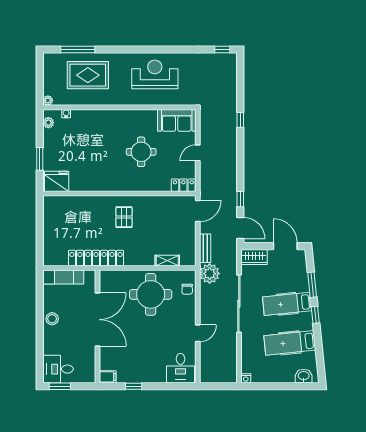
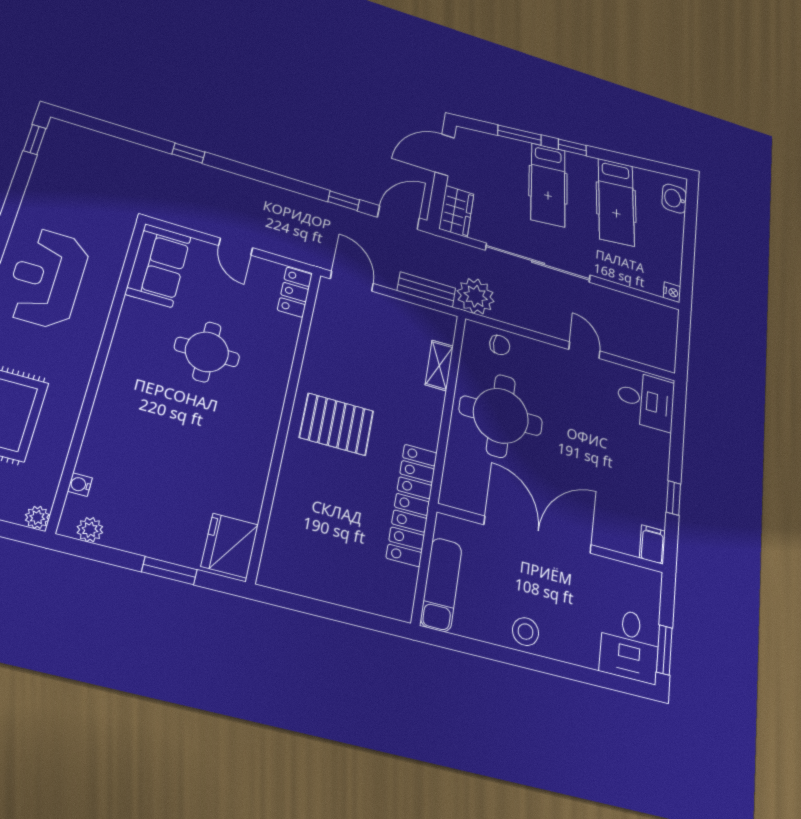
pallet: (124, 217) -> (337, 424), width x1.50, depth x1.42

